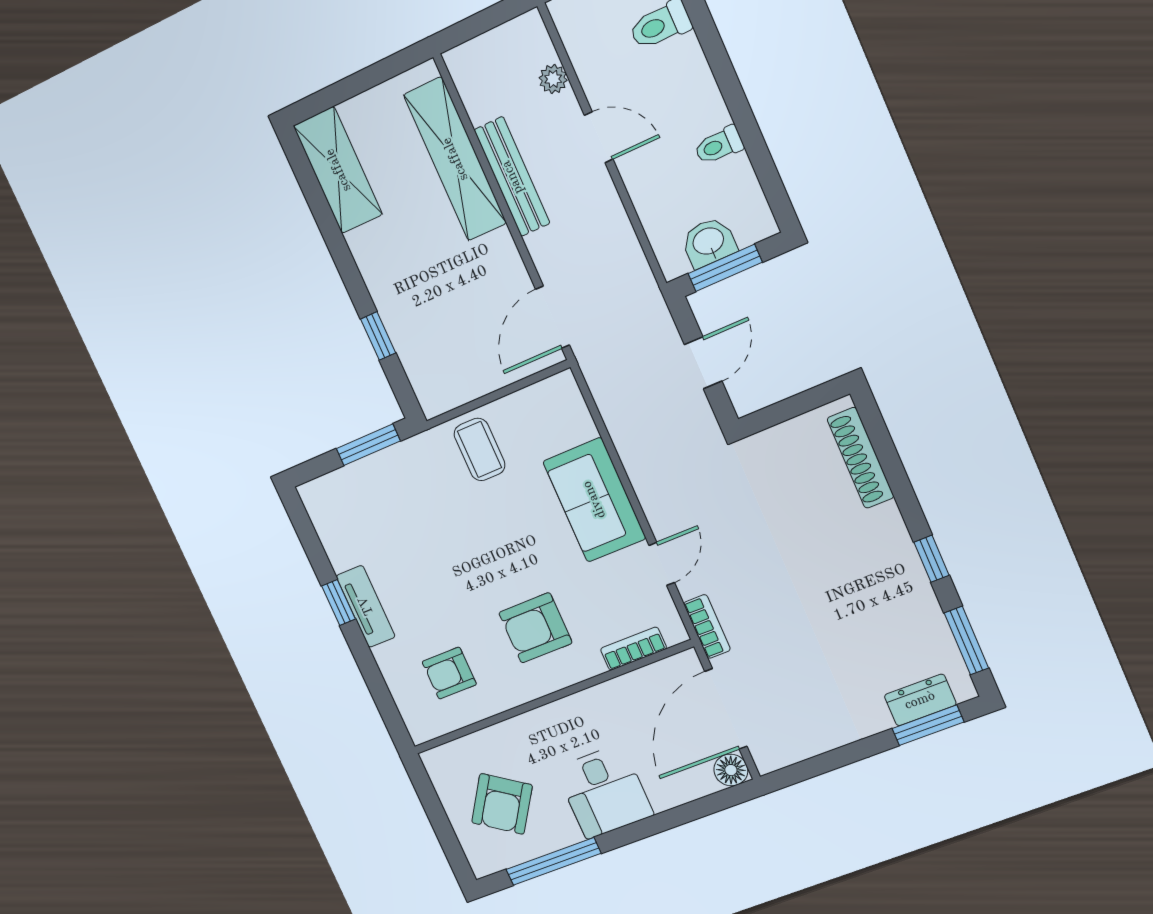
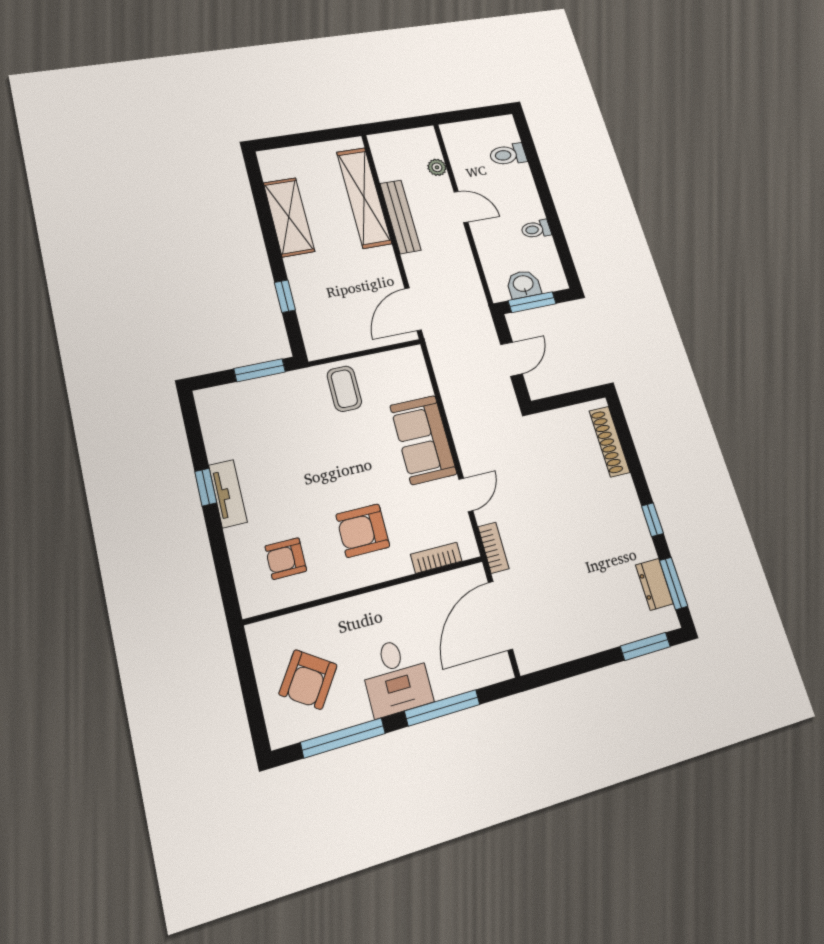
shelving: (338, 170) -> (289, 217), moved
dresser: (920, 700) -> (654, 584), moved, turned -90
floor lamp: (731, 770) -> (499, 668), removed
window: (666, 821) -> (442, 708), added

